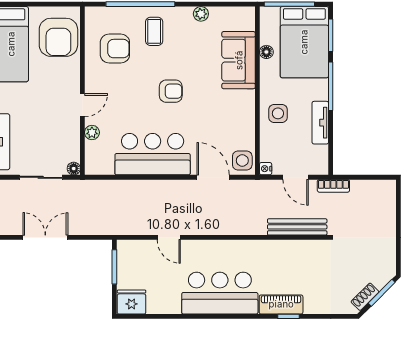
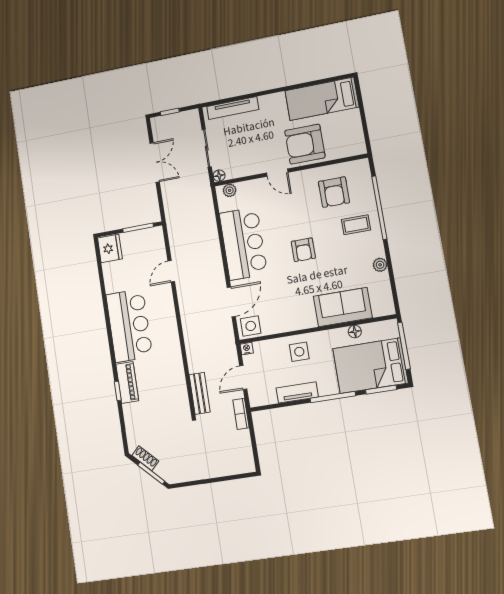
armchair: (58, 37) -> (305, 144), moved
plant: (92, 132) -> (230, 190), moved
bench: (297, 227) -> (200, 393), width x0.73

